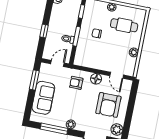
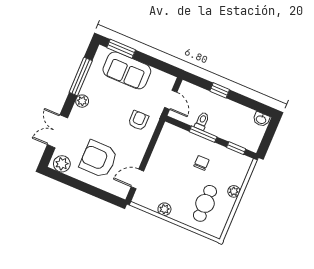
floor lamp: (96, 79) -> (138, 149), removed
window: (34, 80) -> (121, 49), moved

